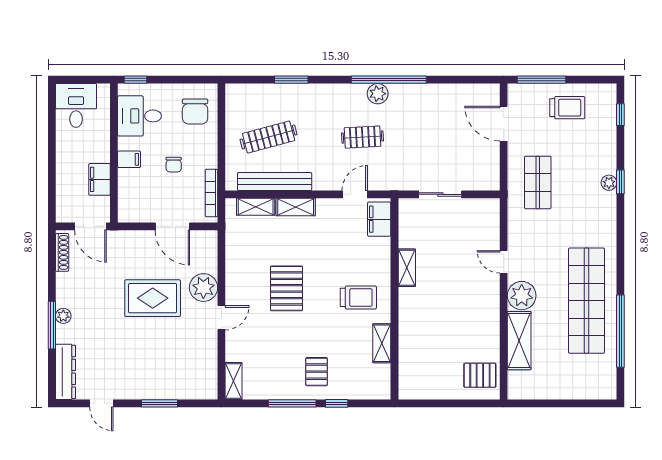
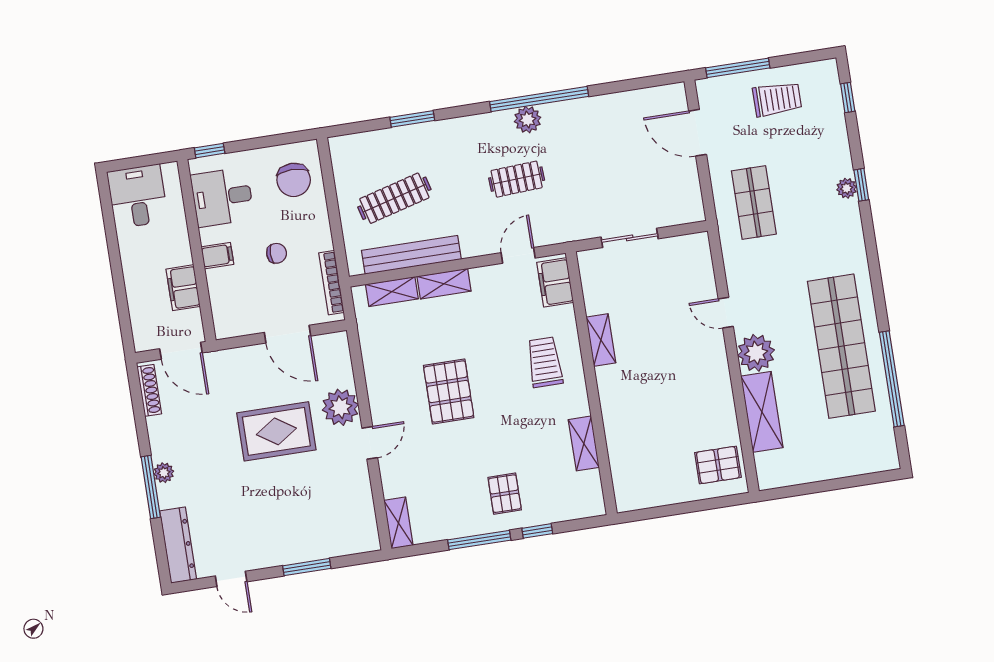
chair: (174, 165) -> (277, 253), turned -90
trolley: (358, 297) -> (545, 362), moved, turned -90

